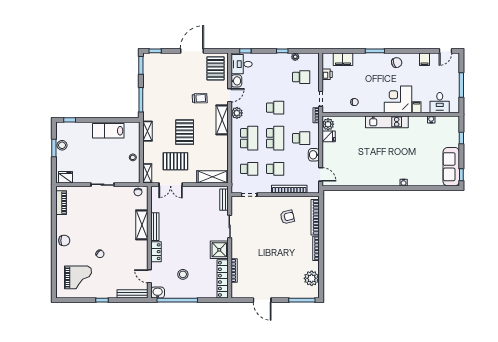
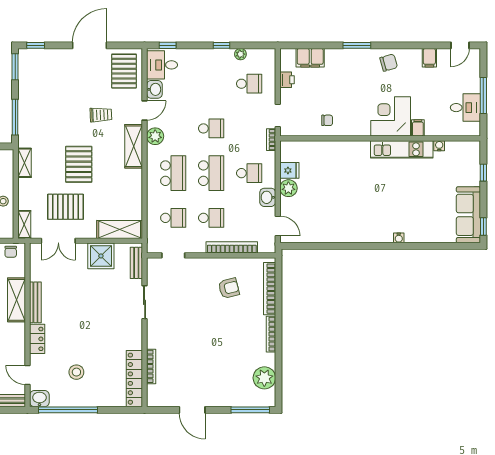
desk: (440, 103) -> (465, 108), moved, turned -90
kitchen unit: (387, 122) -> (402, 149), moved
plant: (328, 124) -> (288, 188), moved
shower: (219, 250) -> (101, 256), moved

